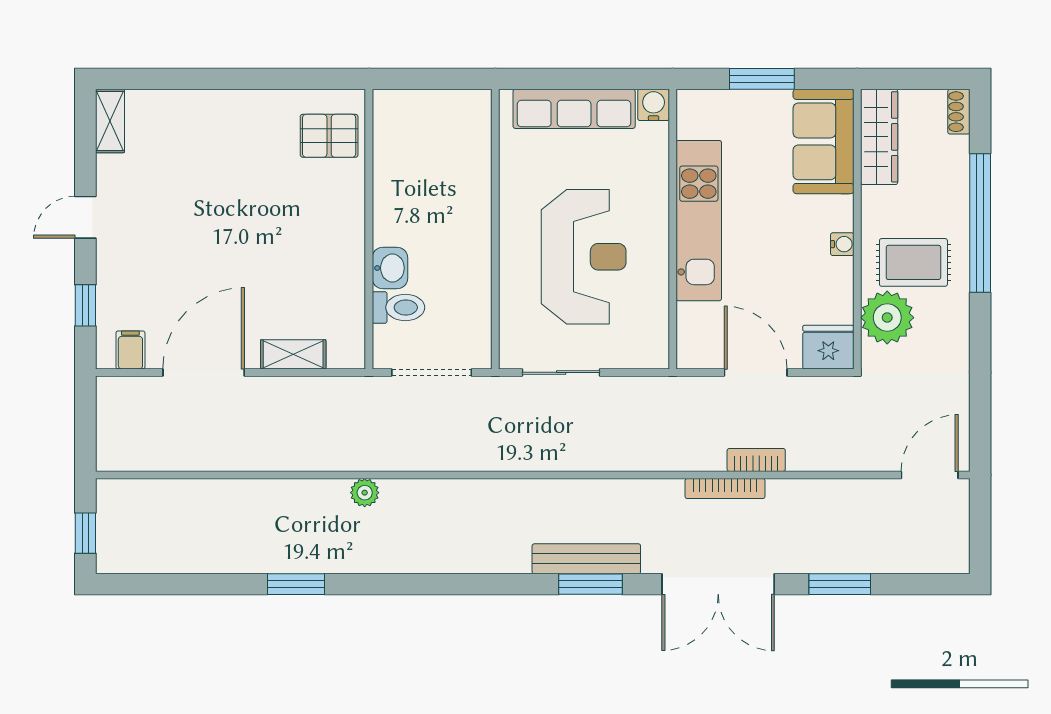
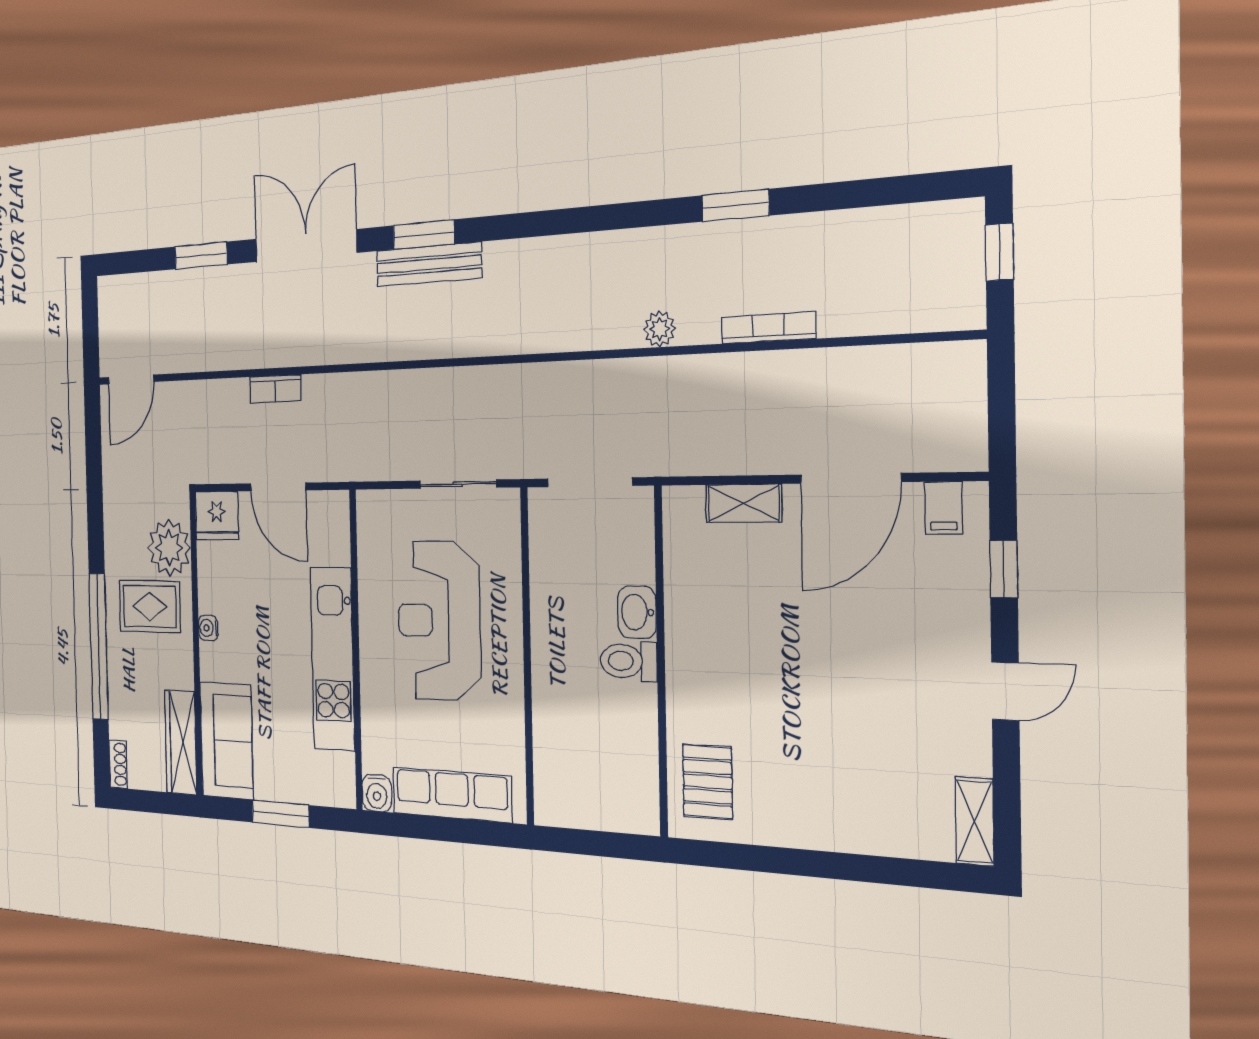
pallet: (329, 136) -> (707, 782), turned 90
toilet: (398, 307) -> (629, 661), moved
bookcase: (725, 489) -> (768, 328), moved

